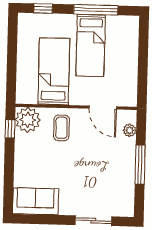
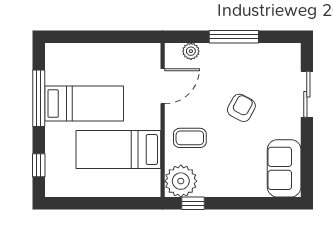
armchair: (84, 169) -> (241, 108), added

